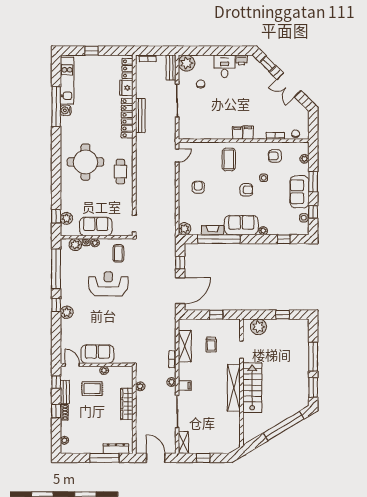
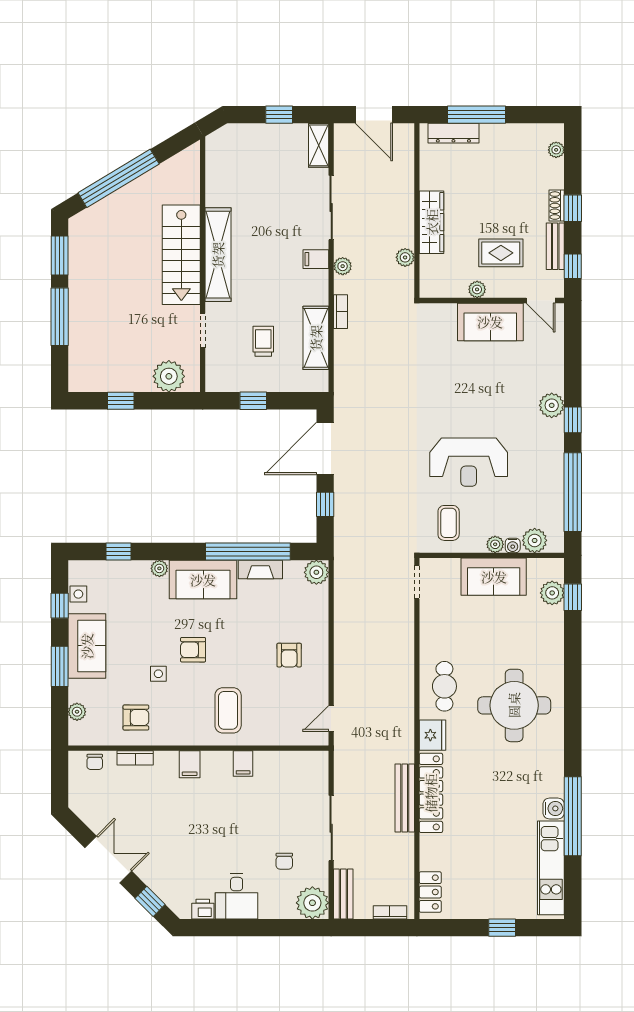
fridge: (126, 88) -> (432, 735), moved
filing cabinet: (237, 133) -> (243, 763), moved

